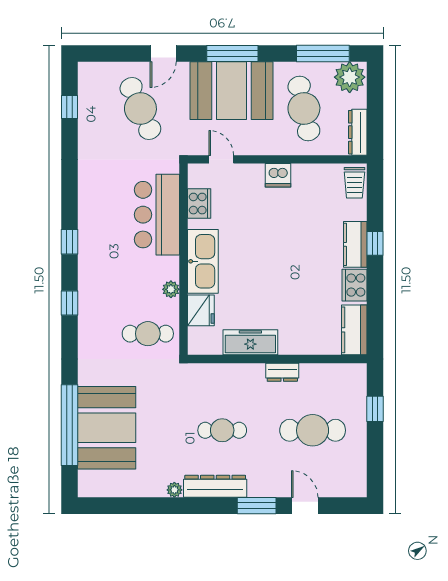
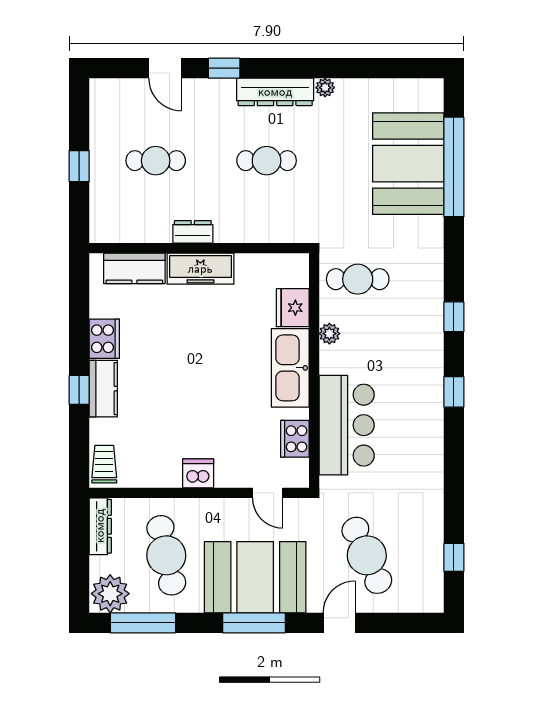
kitchen counter: (354, 330) -> (134, 268), moved, turned 90
freezer: (250, 342) -> (200, 269), moved
window: (375, 409) -> (79, 166), moved
cafe table: (313, 430) -> (156, 161), width x0.73, depth x0.74
window: (257, 506) -> (224, 68), width x0.67

